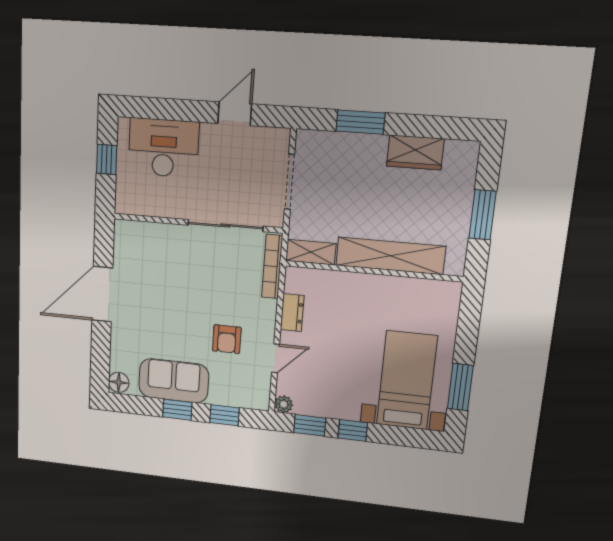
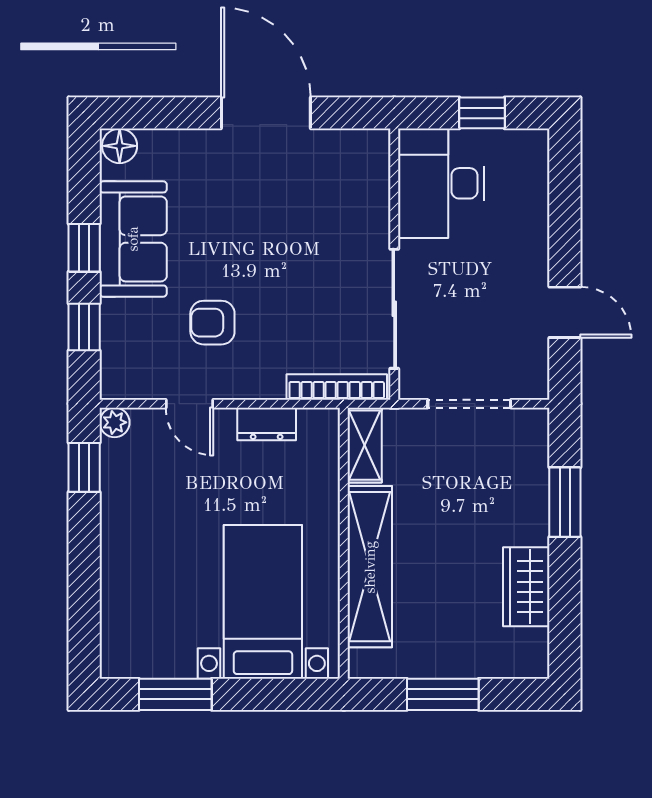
desk: (163, 148) -> (441, 183), moved, turned 180
bed with nightstands: (407, 380) -> (263, 602), moved, turned -90
window: (353, 430) -> (84, 536), removed

